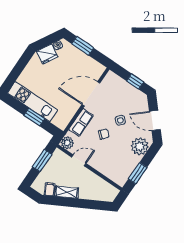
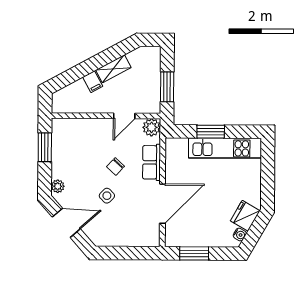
window: (83, 46) -> (194, 253), moved
window: (135, 81) -> (120, 253), removed
plant: (140, 146) -> (58, 186), width x0.53, depth x0.53
filing cabinet: (50, 189) -> (93, 82), moved

